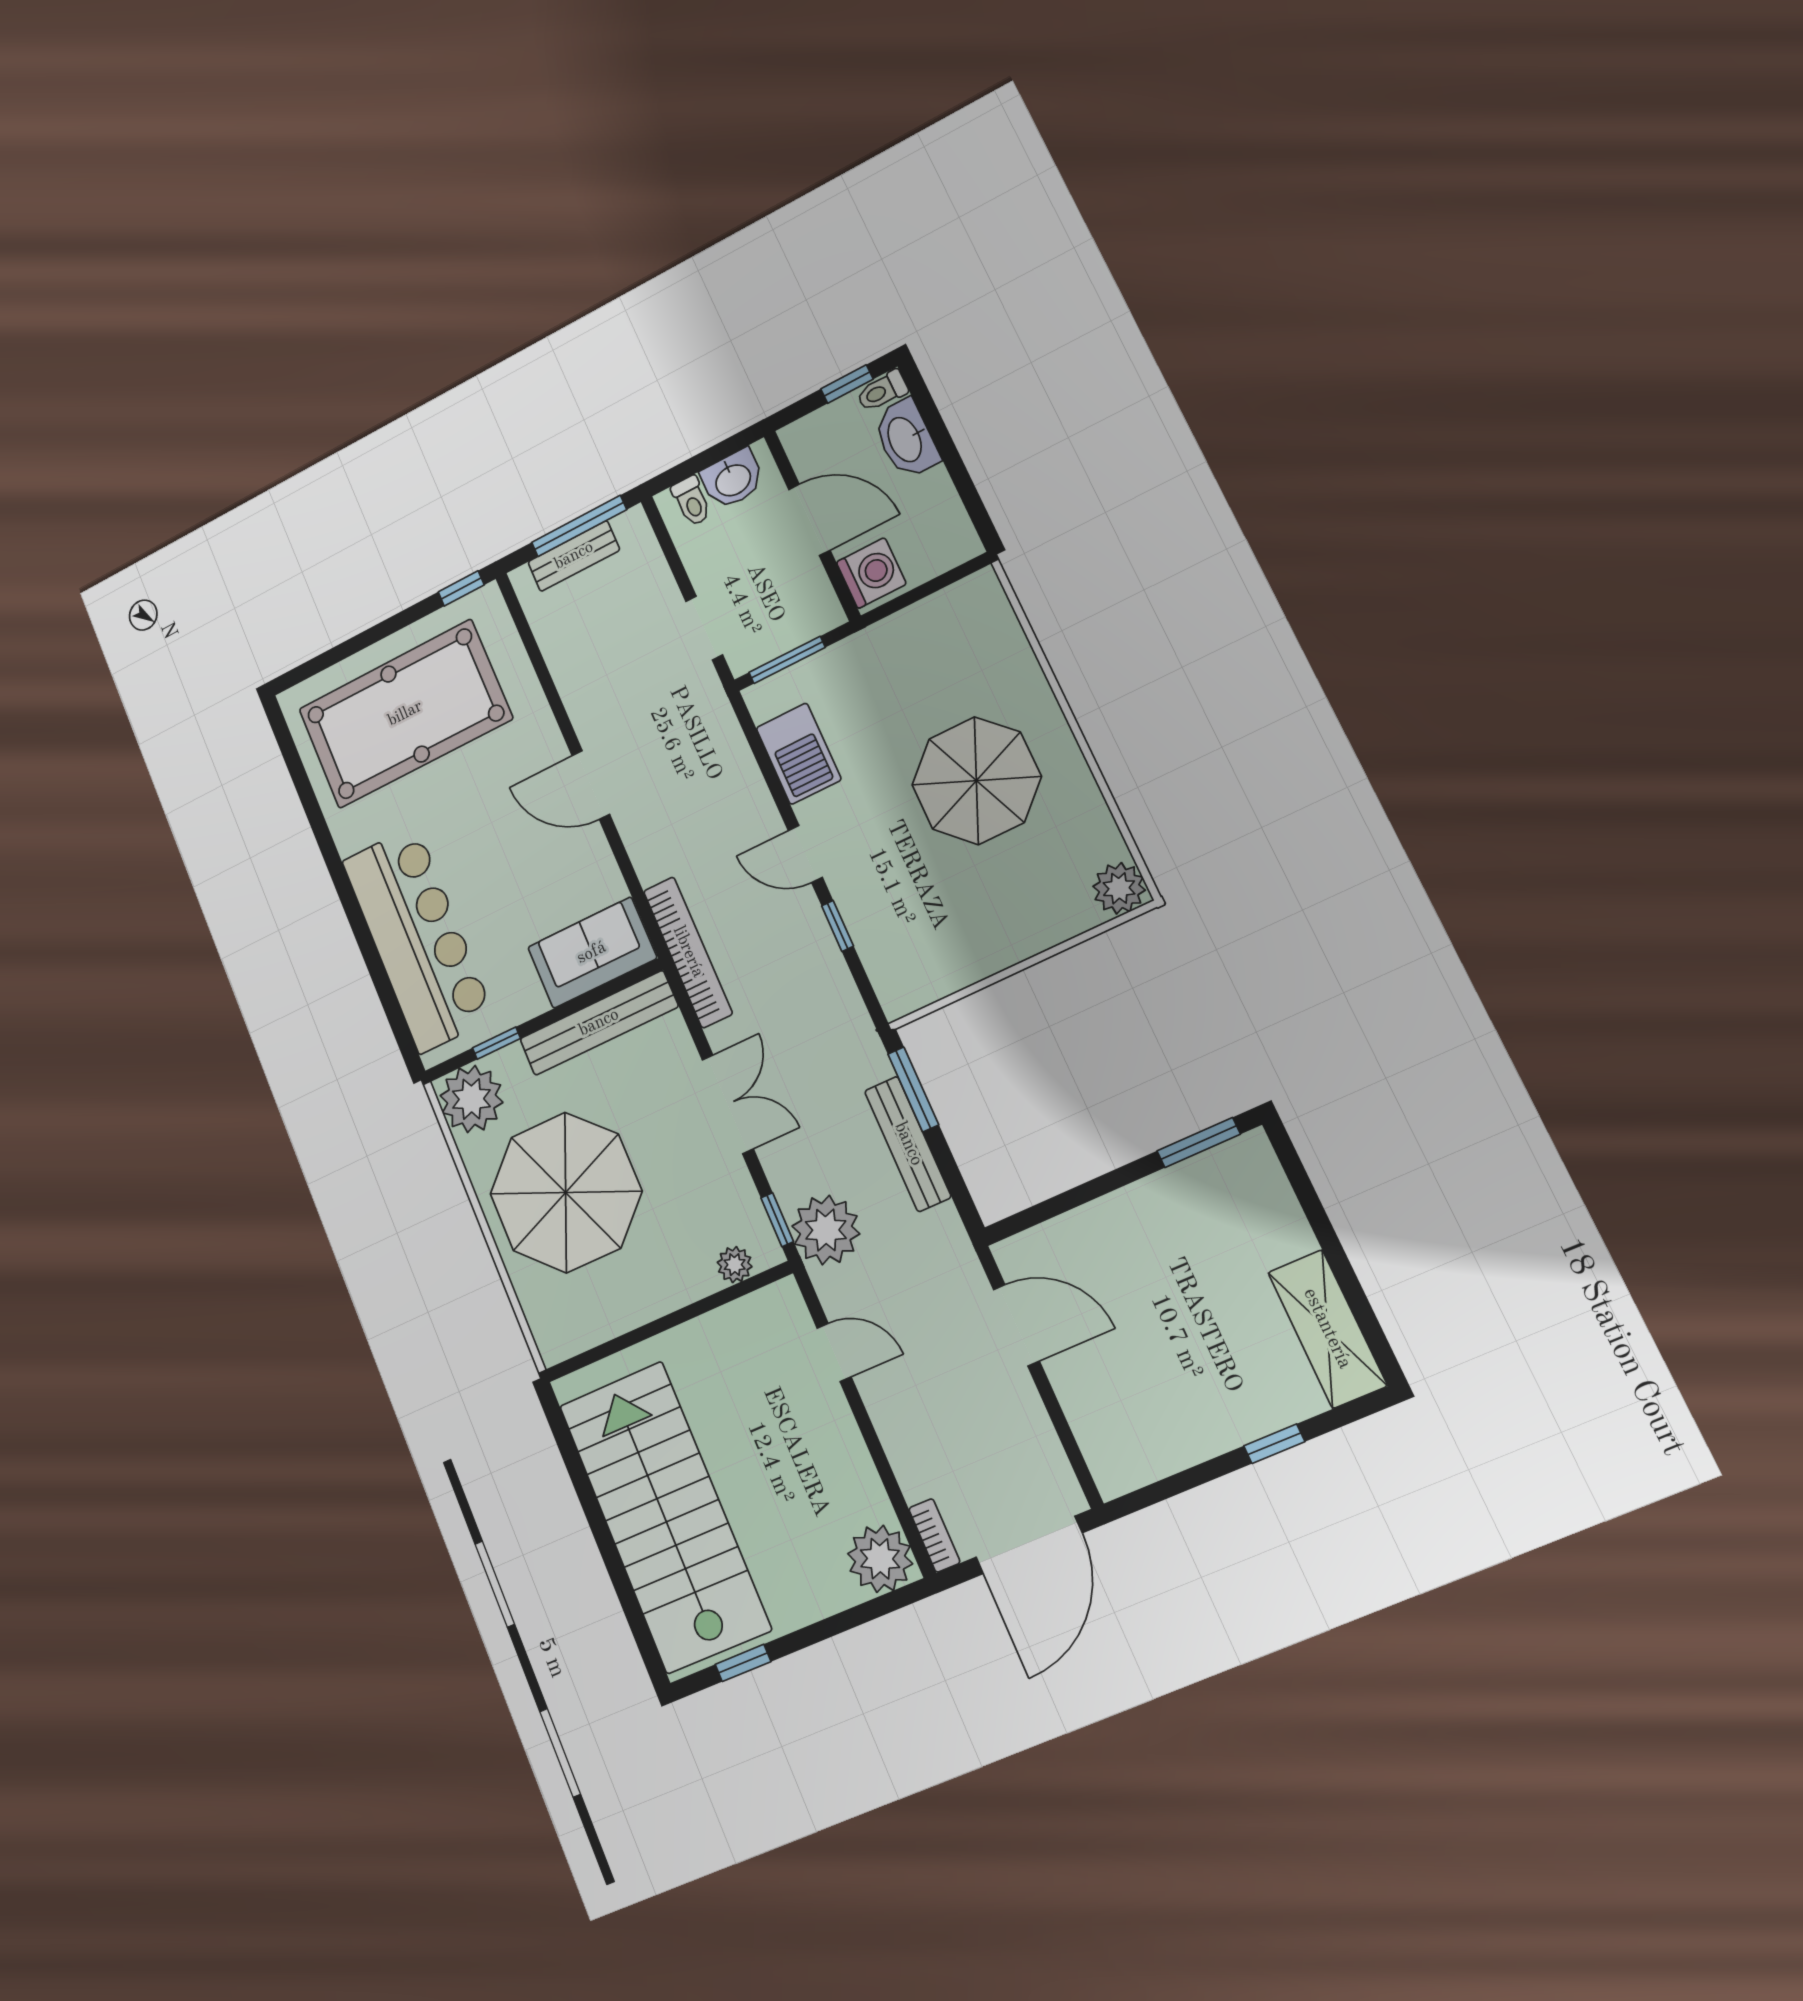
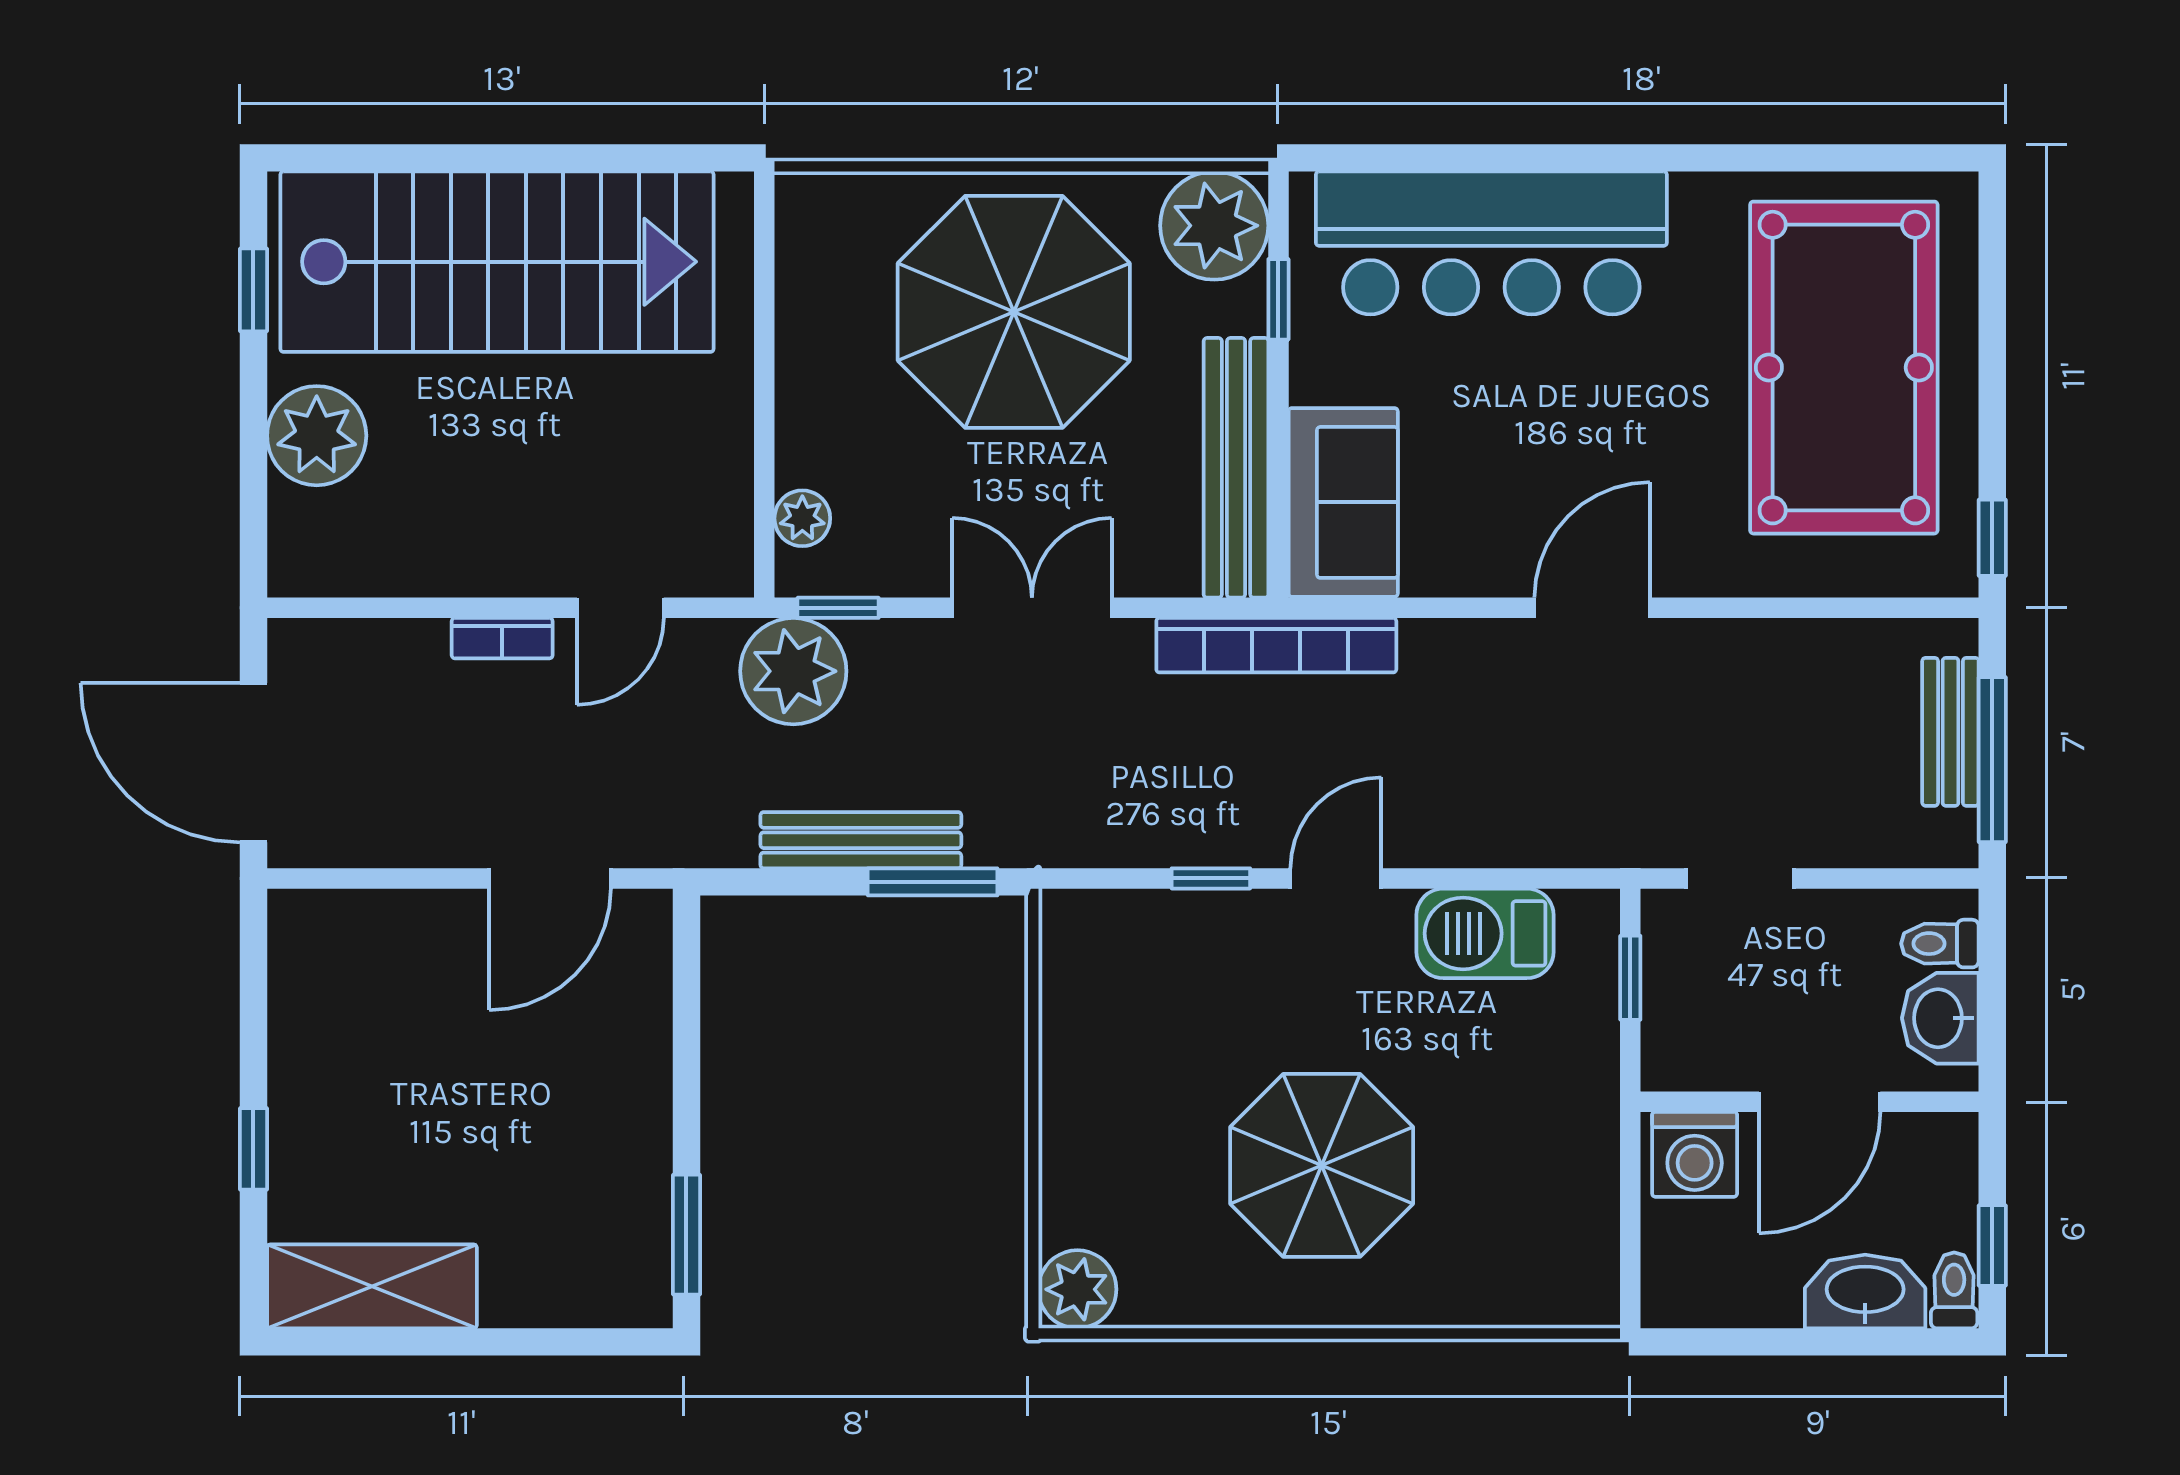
window: (787, 660) -> (1630, 978), width x0.67
double door: (728, 1104) -> (1032, 608), swing flipped
bookcase: (934, 1535) -> (502, 638), moved
plant: (880, 1559) -> (317, 436), moved

